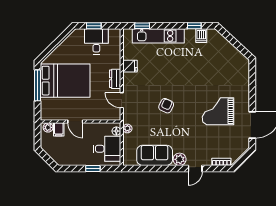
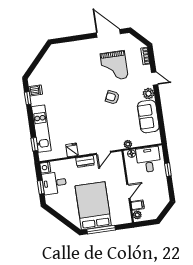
nightstand: (115, 34) -> (45, 168), added
armchair: (166, 106) -> (112, 97), moved
grand piano: (218, 111) -> (114, 66), moved

